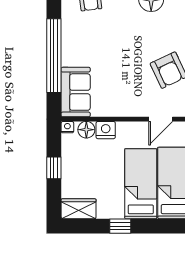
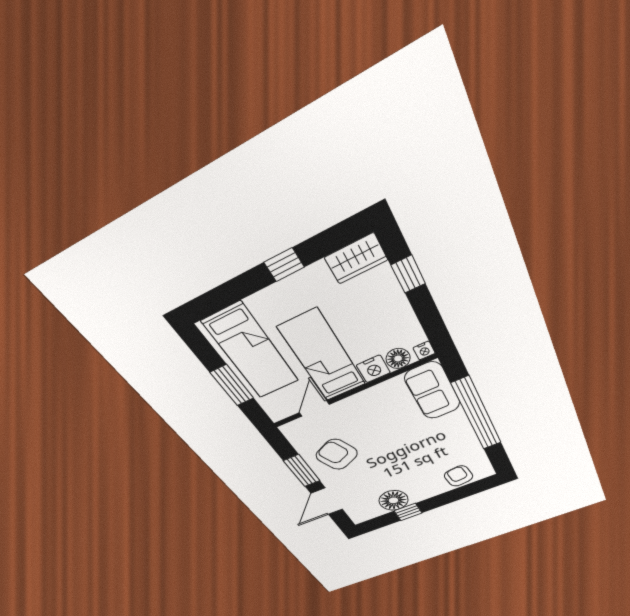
window: (54, 168) -> (408, 274), moved
bed: (141, 184) -> (322, 356), moved, turned 180

